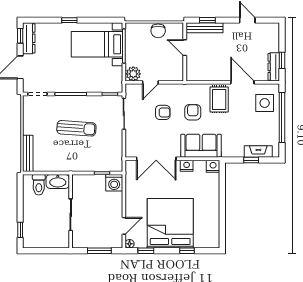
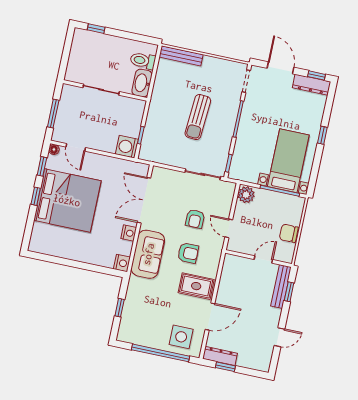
door: (150, 82) -> (229, 228), moved
fireplace: (258, 152) -> (128, 318), removed
window: (187, 251) -> (36, 196), moved

